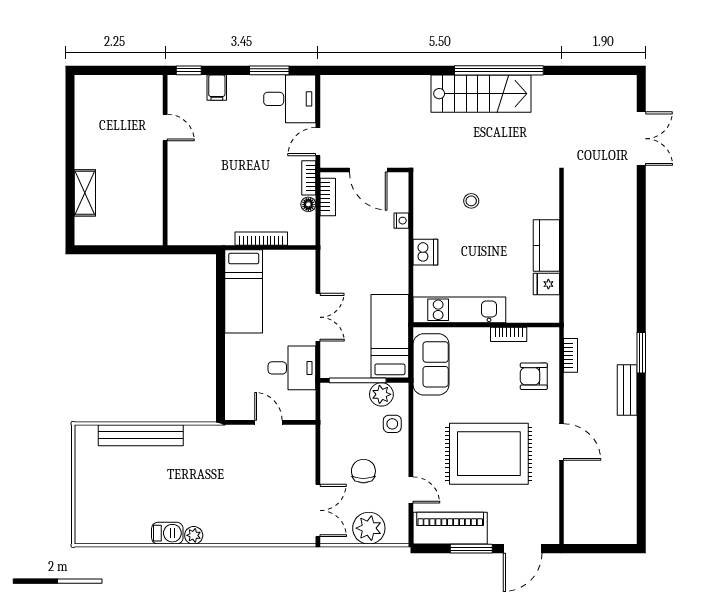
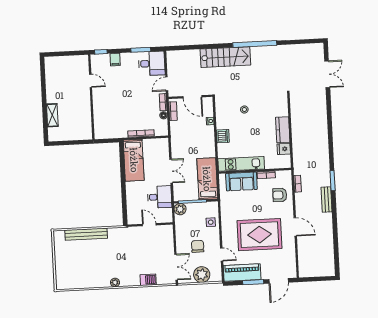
stairs: (481, 94) -> (225, 57), moved
sofa: (431, 364) -> (241, 181), moved, turned 90
plant: (381, 394) -> (180, 209), moved
barbecue: (167, 533) -> (148, 280), moved

